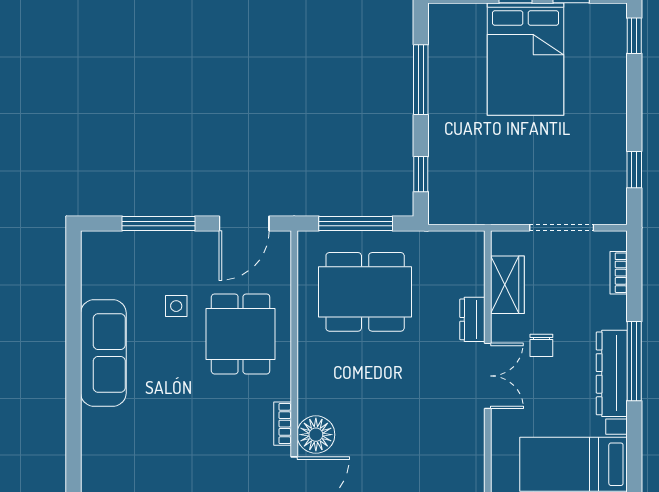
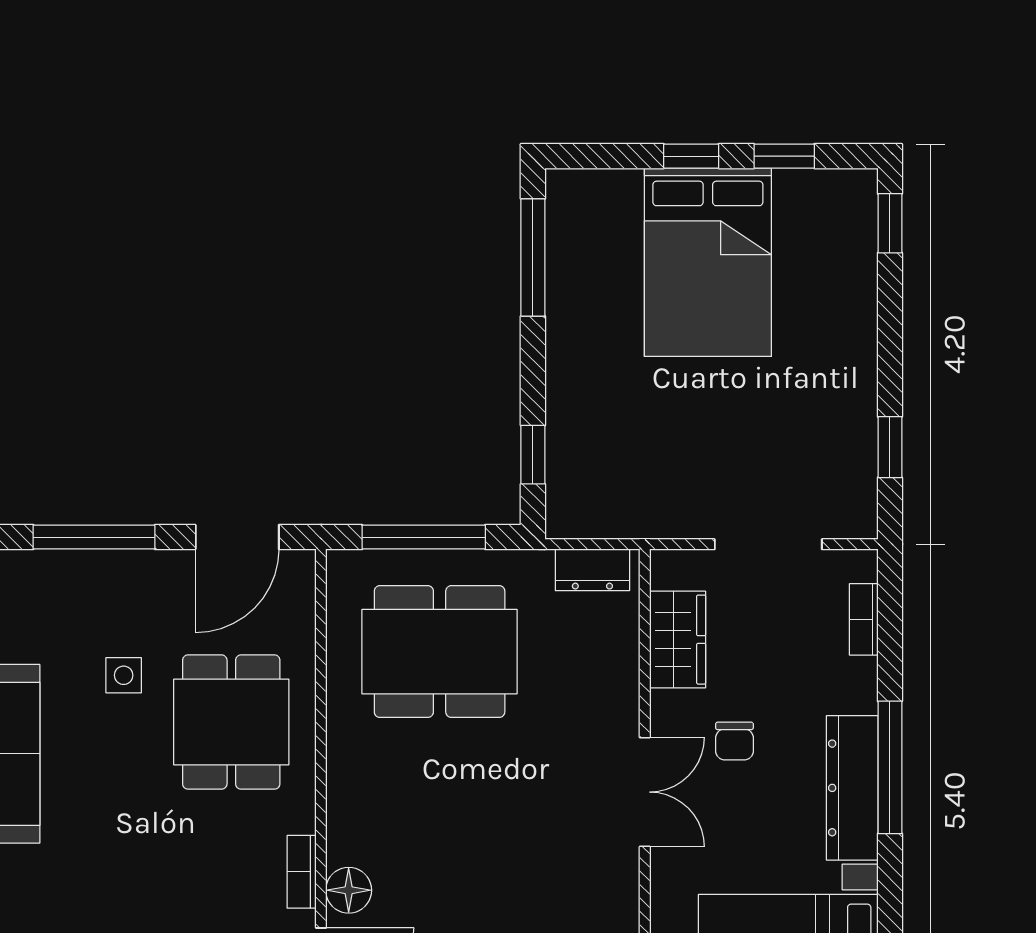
window: (421, 80) -> (533, 257), moved
dresser: (472, 319) -> (592, 570), moved, turned -90
floor lamp: (316, 435) -> (349, 890), width x0.73, depth x0.73

